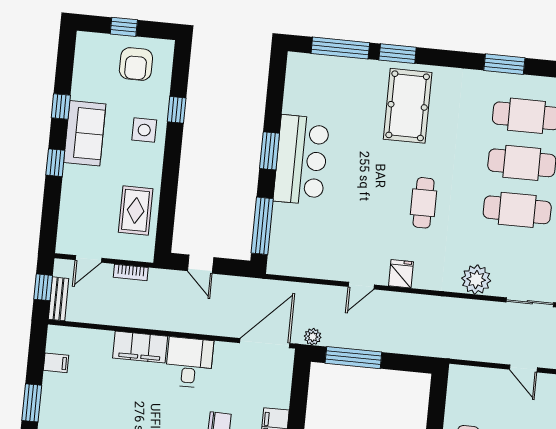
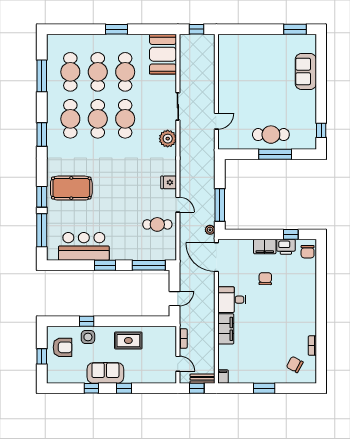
side table: (144, 130) -> (88, 337), moved
bar counter: (301, 160) -> (84, 246), moved
cafe table: (424, 203) -> (157, 224), moved
rug: (136, 210) -> (128, 341), moved
filing cabinet: (56, 363) -> (223, 377), moved
door: (523, 368) -> (216, 121), moved

